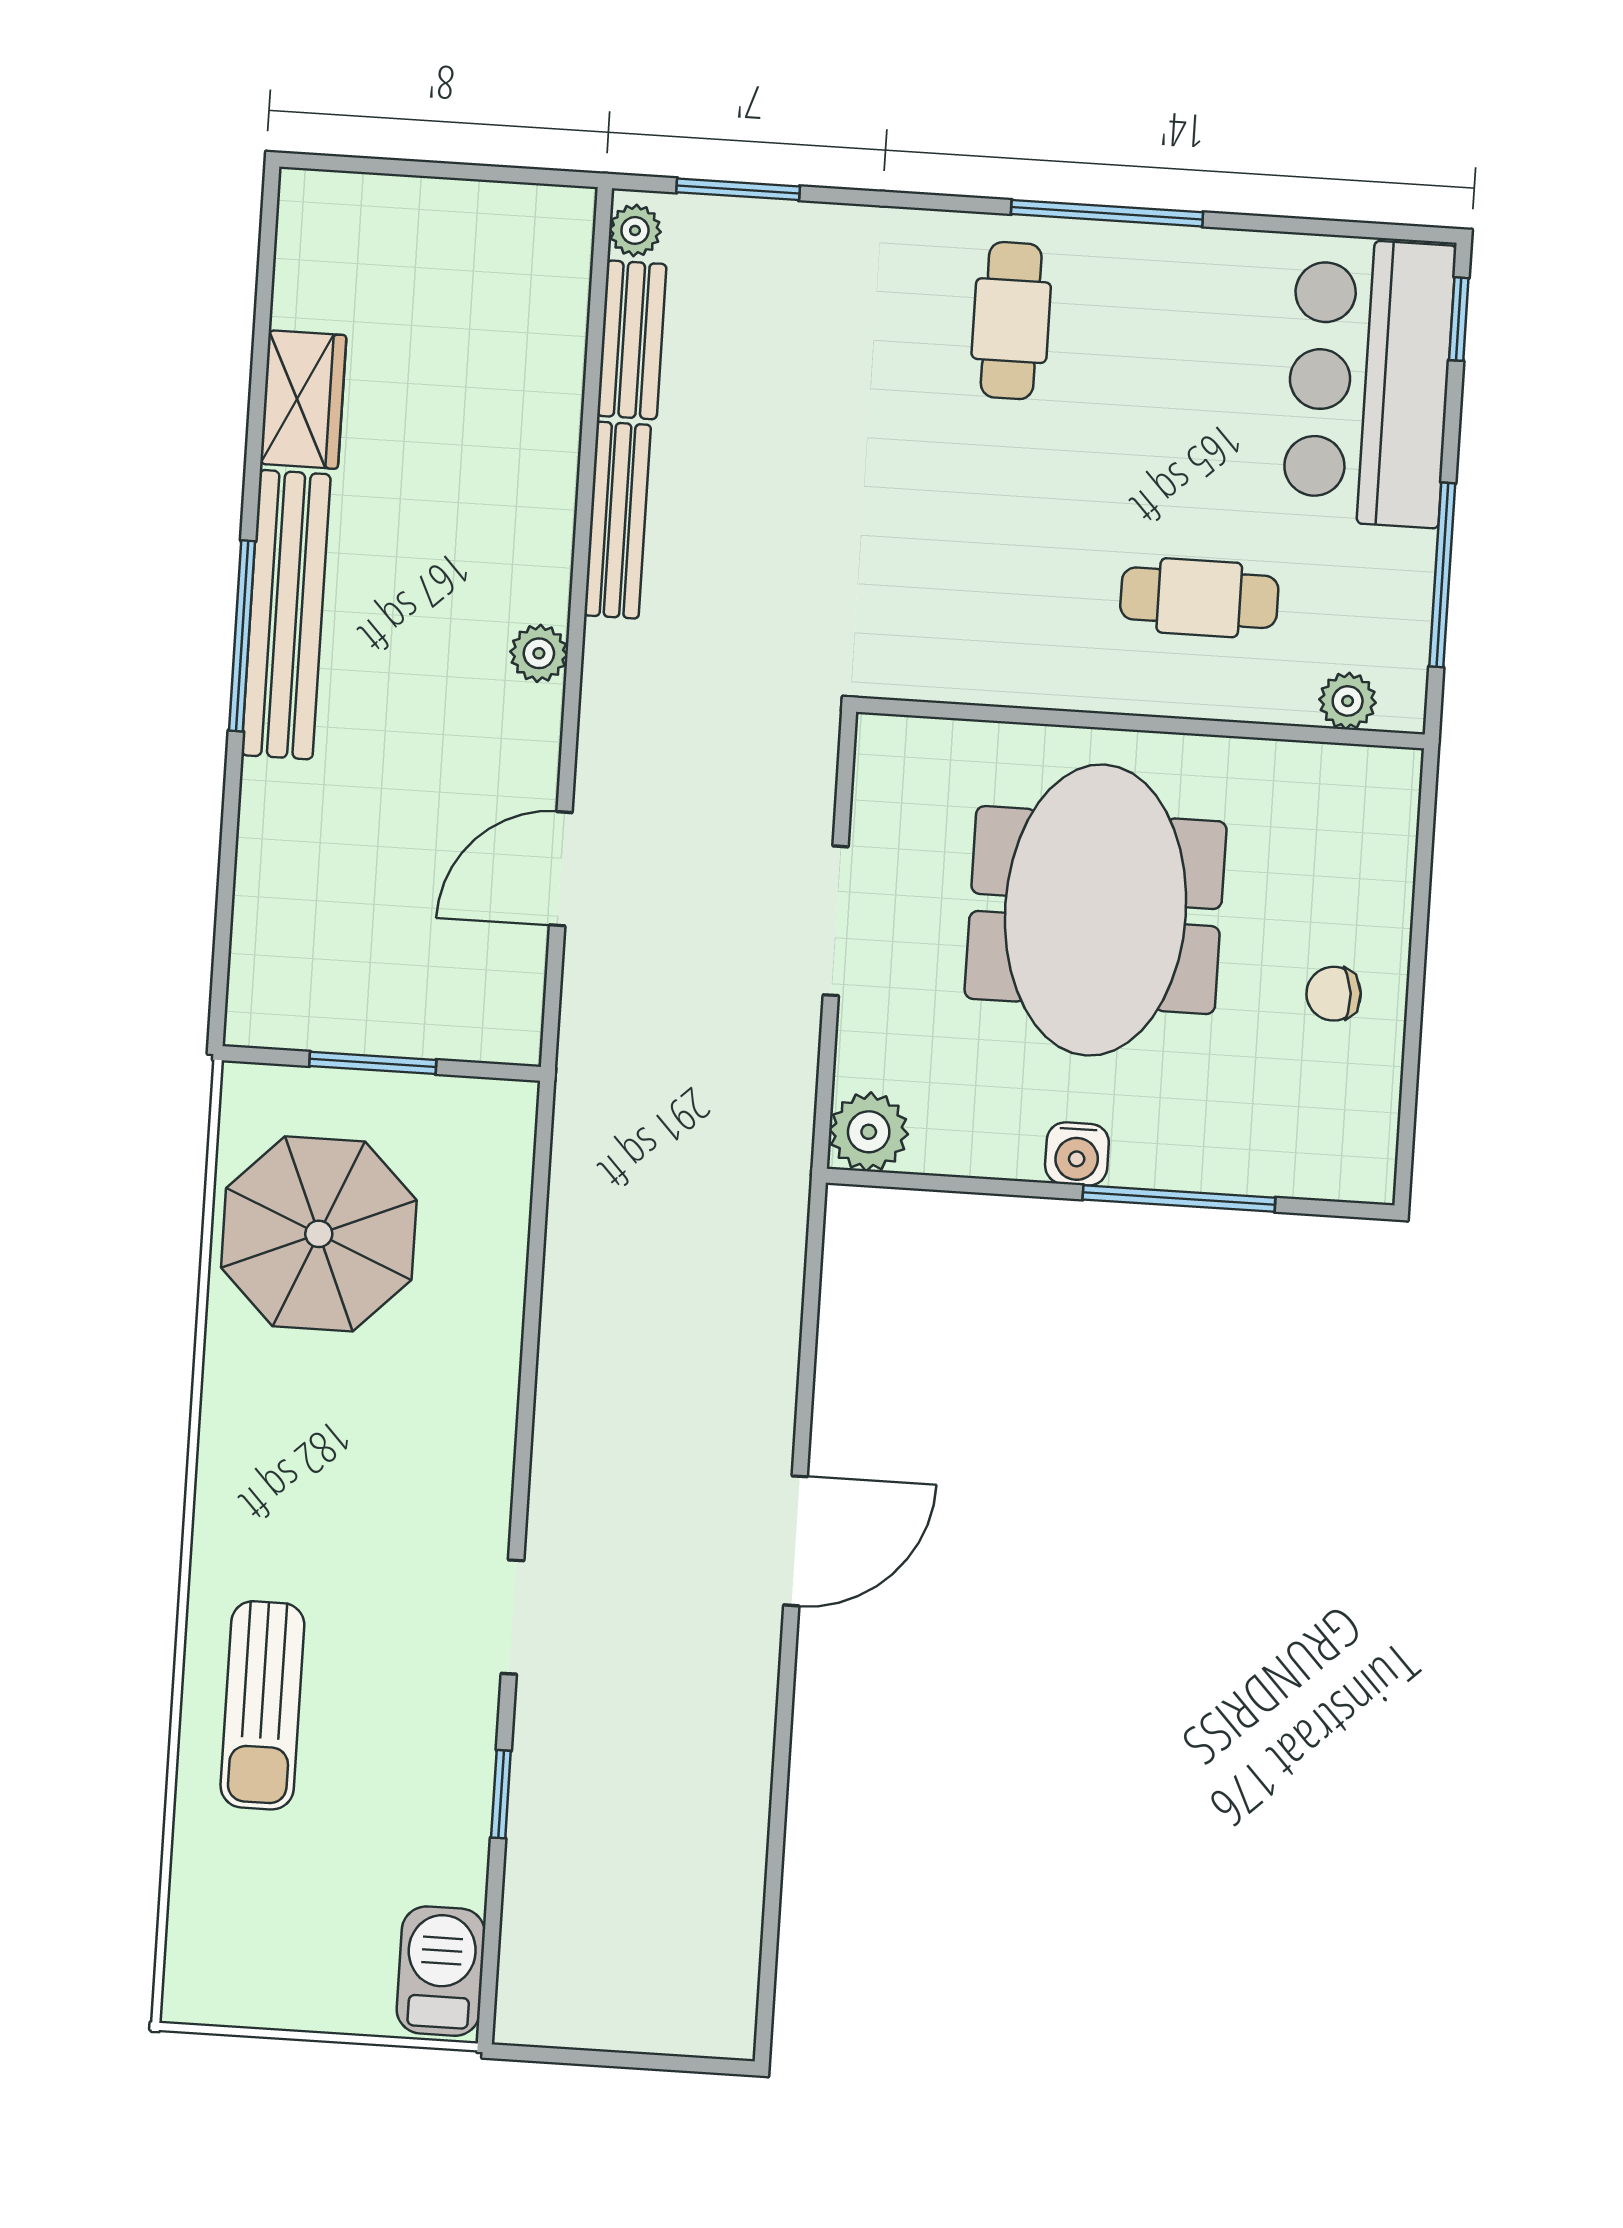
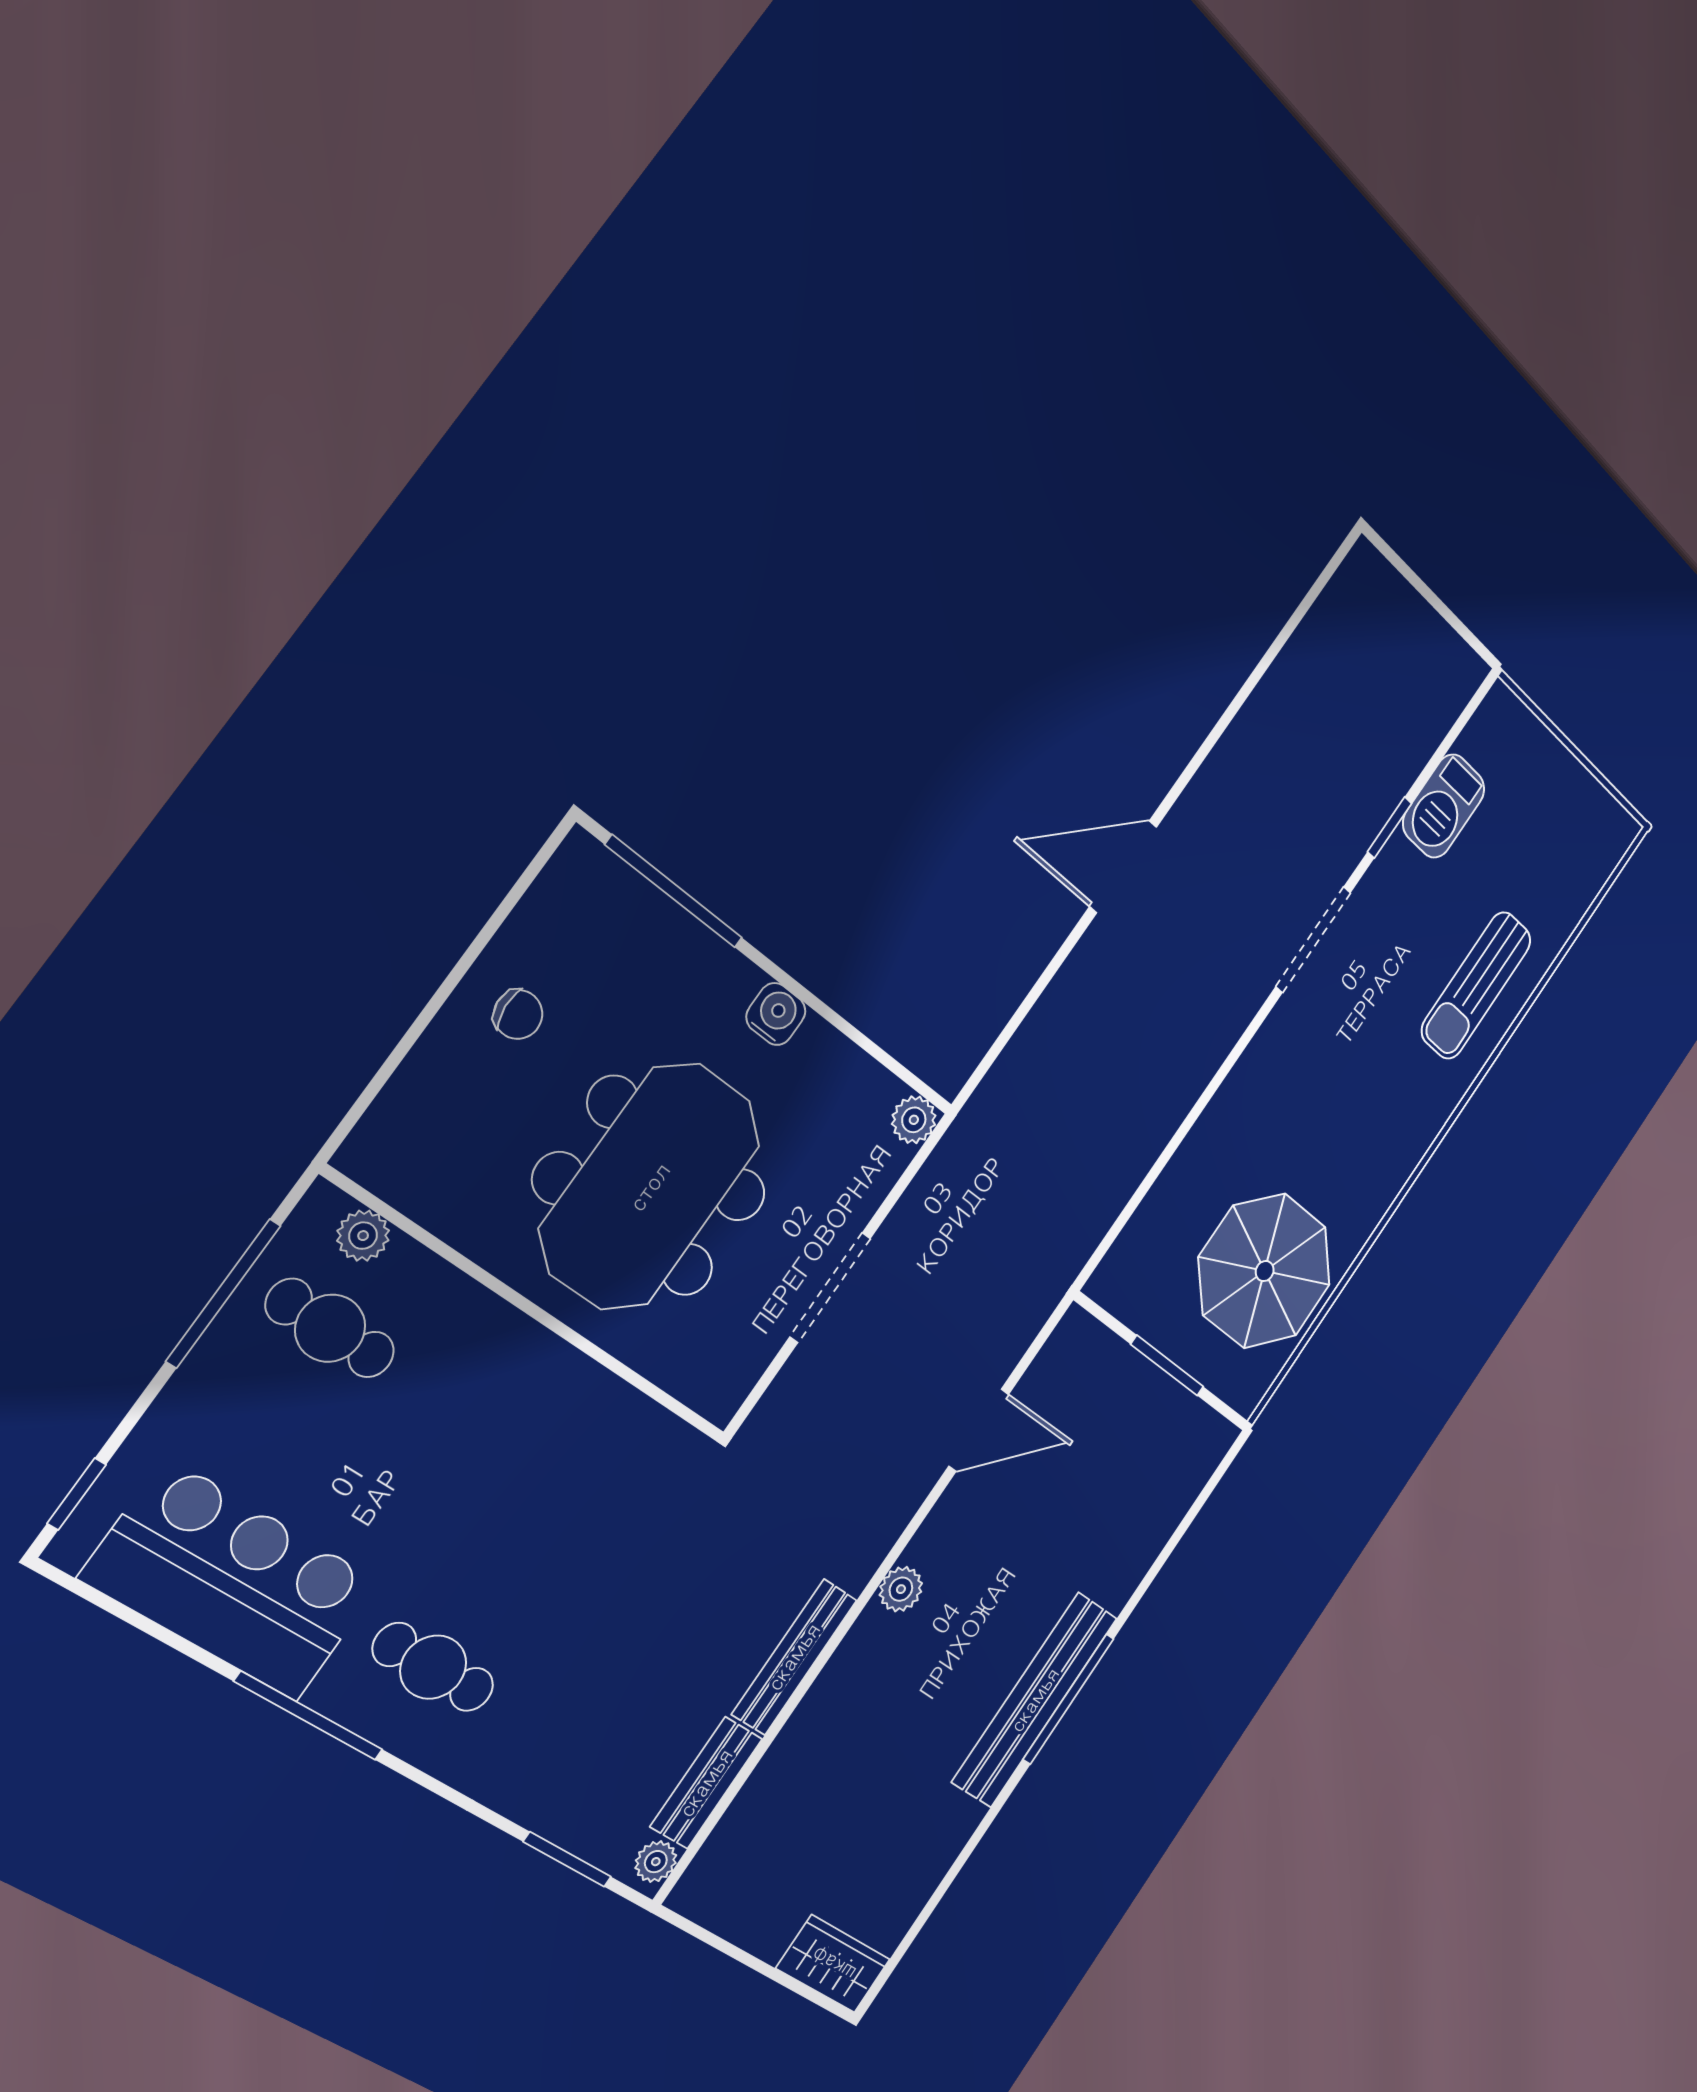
cafe table: (1011, 321) -> (433, 1667), turned 90
bar counter: (1369, 382) -> (232, 1580), moved, turned -90
wardrobe: (303, 400) -> (833, 1964), moved, turned 90
cafe table: (1199, 598) -> (330, 1328), moved
plant: (869, 1132) -> (914, 1120), width x0.73, depth x0.73
window: (1179, 1199) -> (674, 892), moved
doorway: (512, 1617) -> (1313, 940), width x1.38
sun lounger: (262, 1705) -> (1476, 985), turned 180
barbecue: (441, 1971) -> (1444, 806), moved

